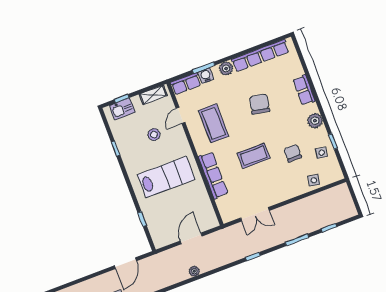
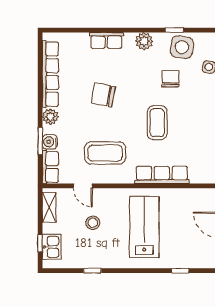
chair: (293, 153) -> (170, 79), turned 90
side table: (322, 153) -> (182, 47), width x1.87, depth x1.87

